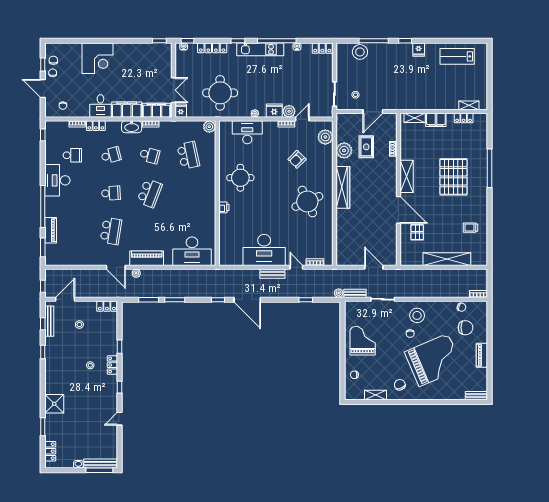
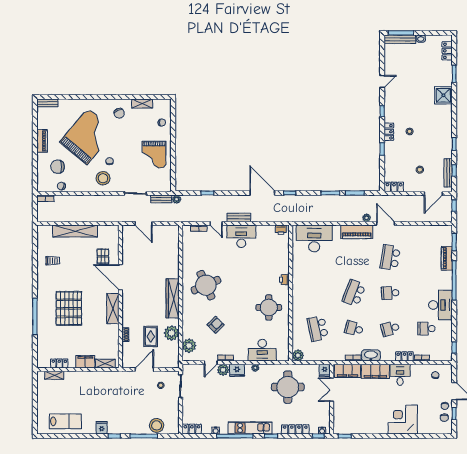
desk: (264, 250) -> (241, 236), width x0.73, depth x0.77
printer: (227, 260) -> (281, 230), added
grand piano: (434, 360) -> (87, 136), turned 153

